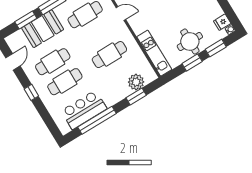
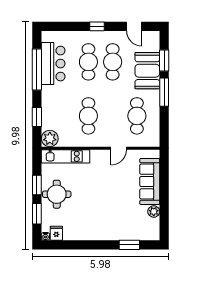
plant: (136, 82) -> (50, 139), moved

